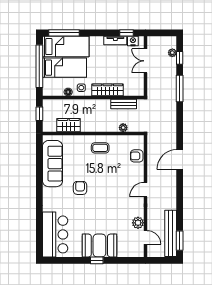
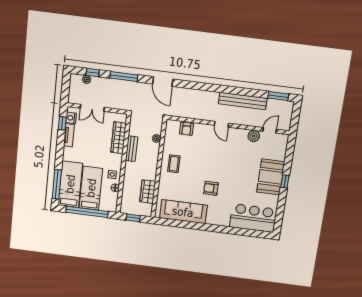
wardrobe: (108, 90) -> (118, 138), moved
bench: (124, 104) -> (132, 149), moved
door: (180, 160) -> (163, 81), moved
bench: (171, 233) -> (243, 101), moved

